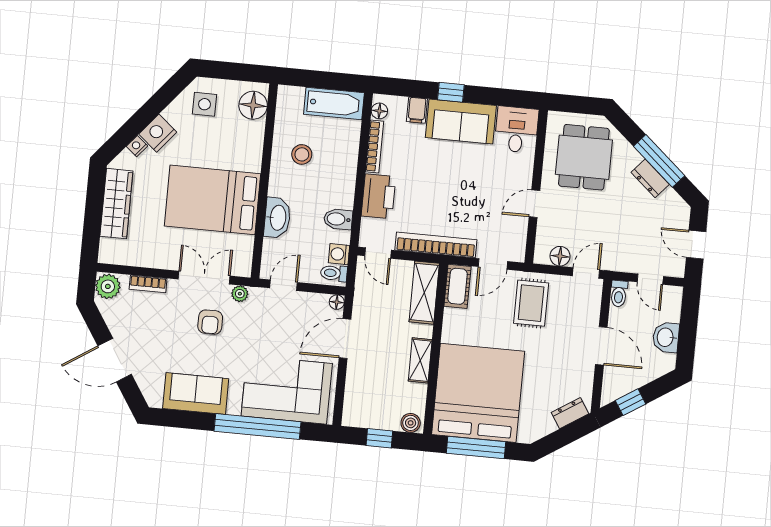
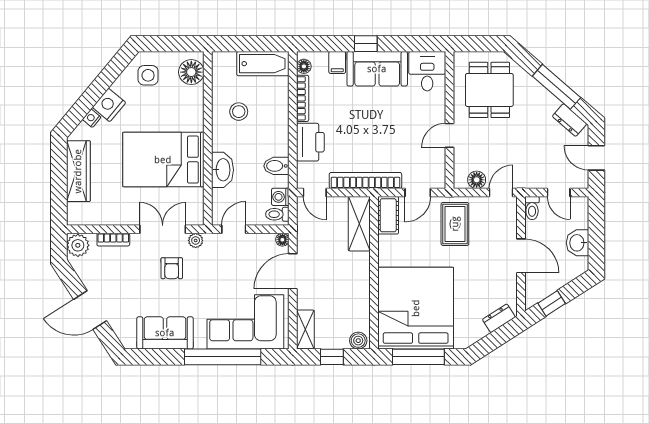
dresser: (650, 178) -> (570, 120), moved
shelving: (420, 360) -> (305, 329), moved

